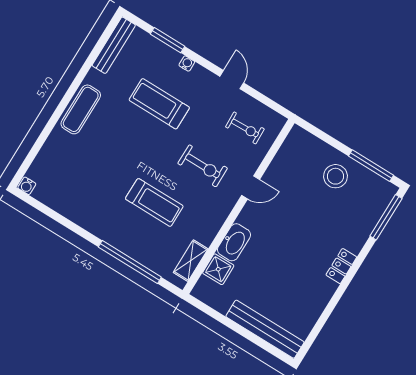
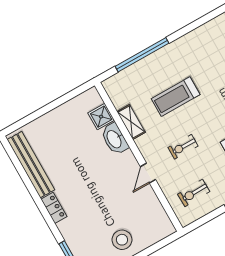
exercise bike: (203, 166) -> (183, 147), width x0.73, depth x0.72
shelving: (191, 261) -> (131, 122), moved
bench: (265, 329) -> (31, 165), moved, turned 90

